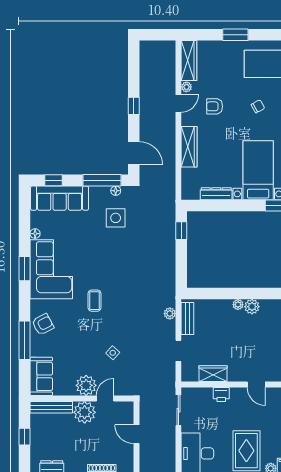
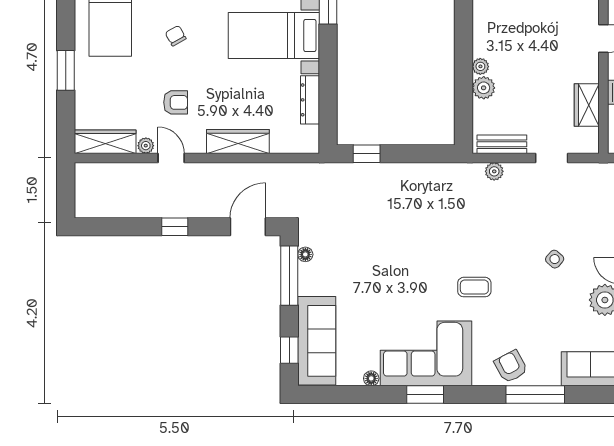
armchair: (215, 106) -> (176, 102), turned -90
side table: (116, 218) -> (347, 255), removed
plant: (252, 307) -> (484, 88), moved

